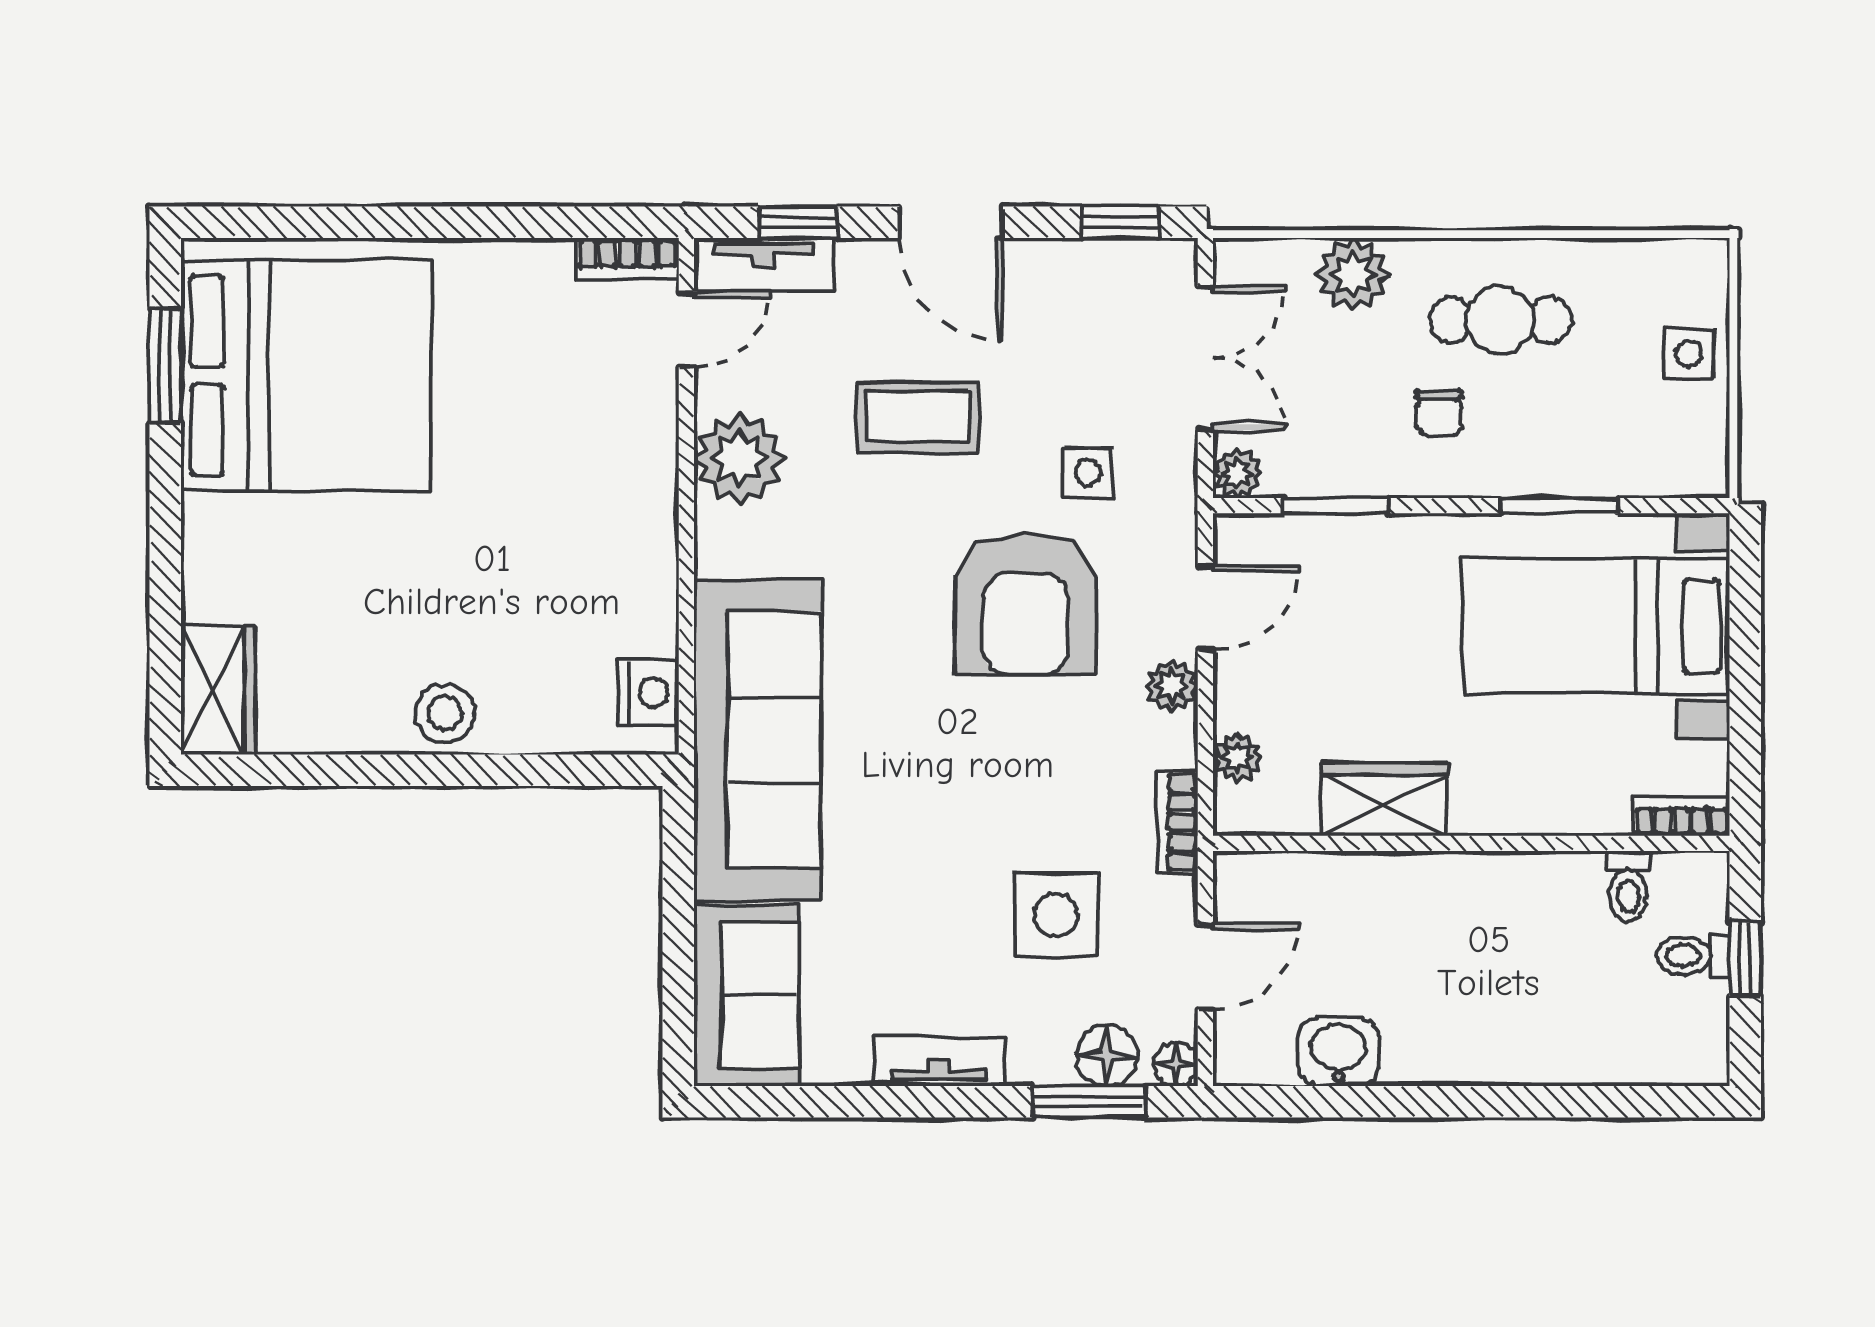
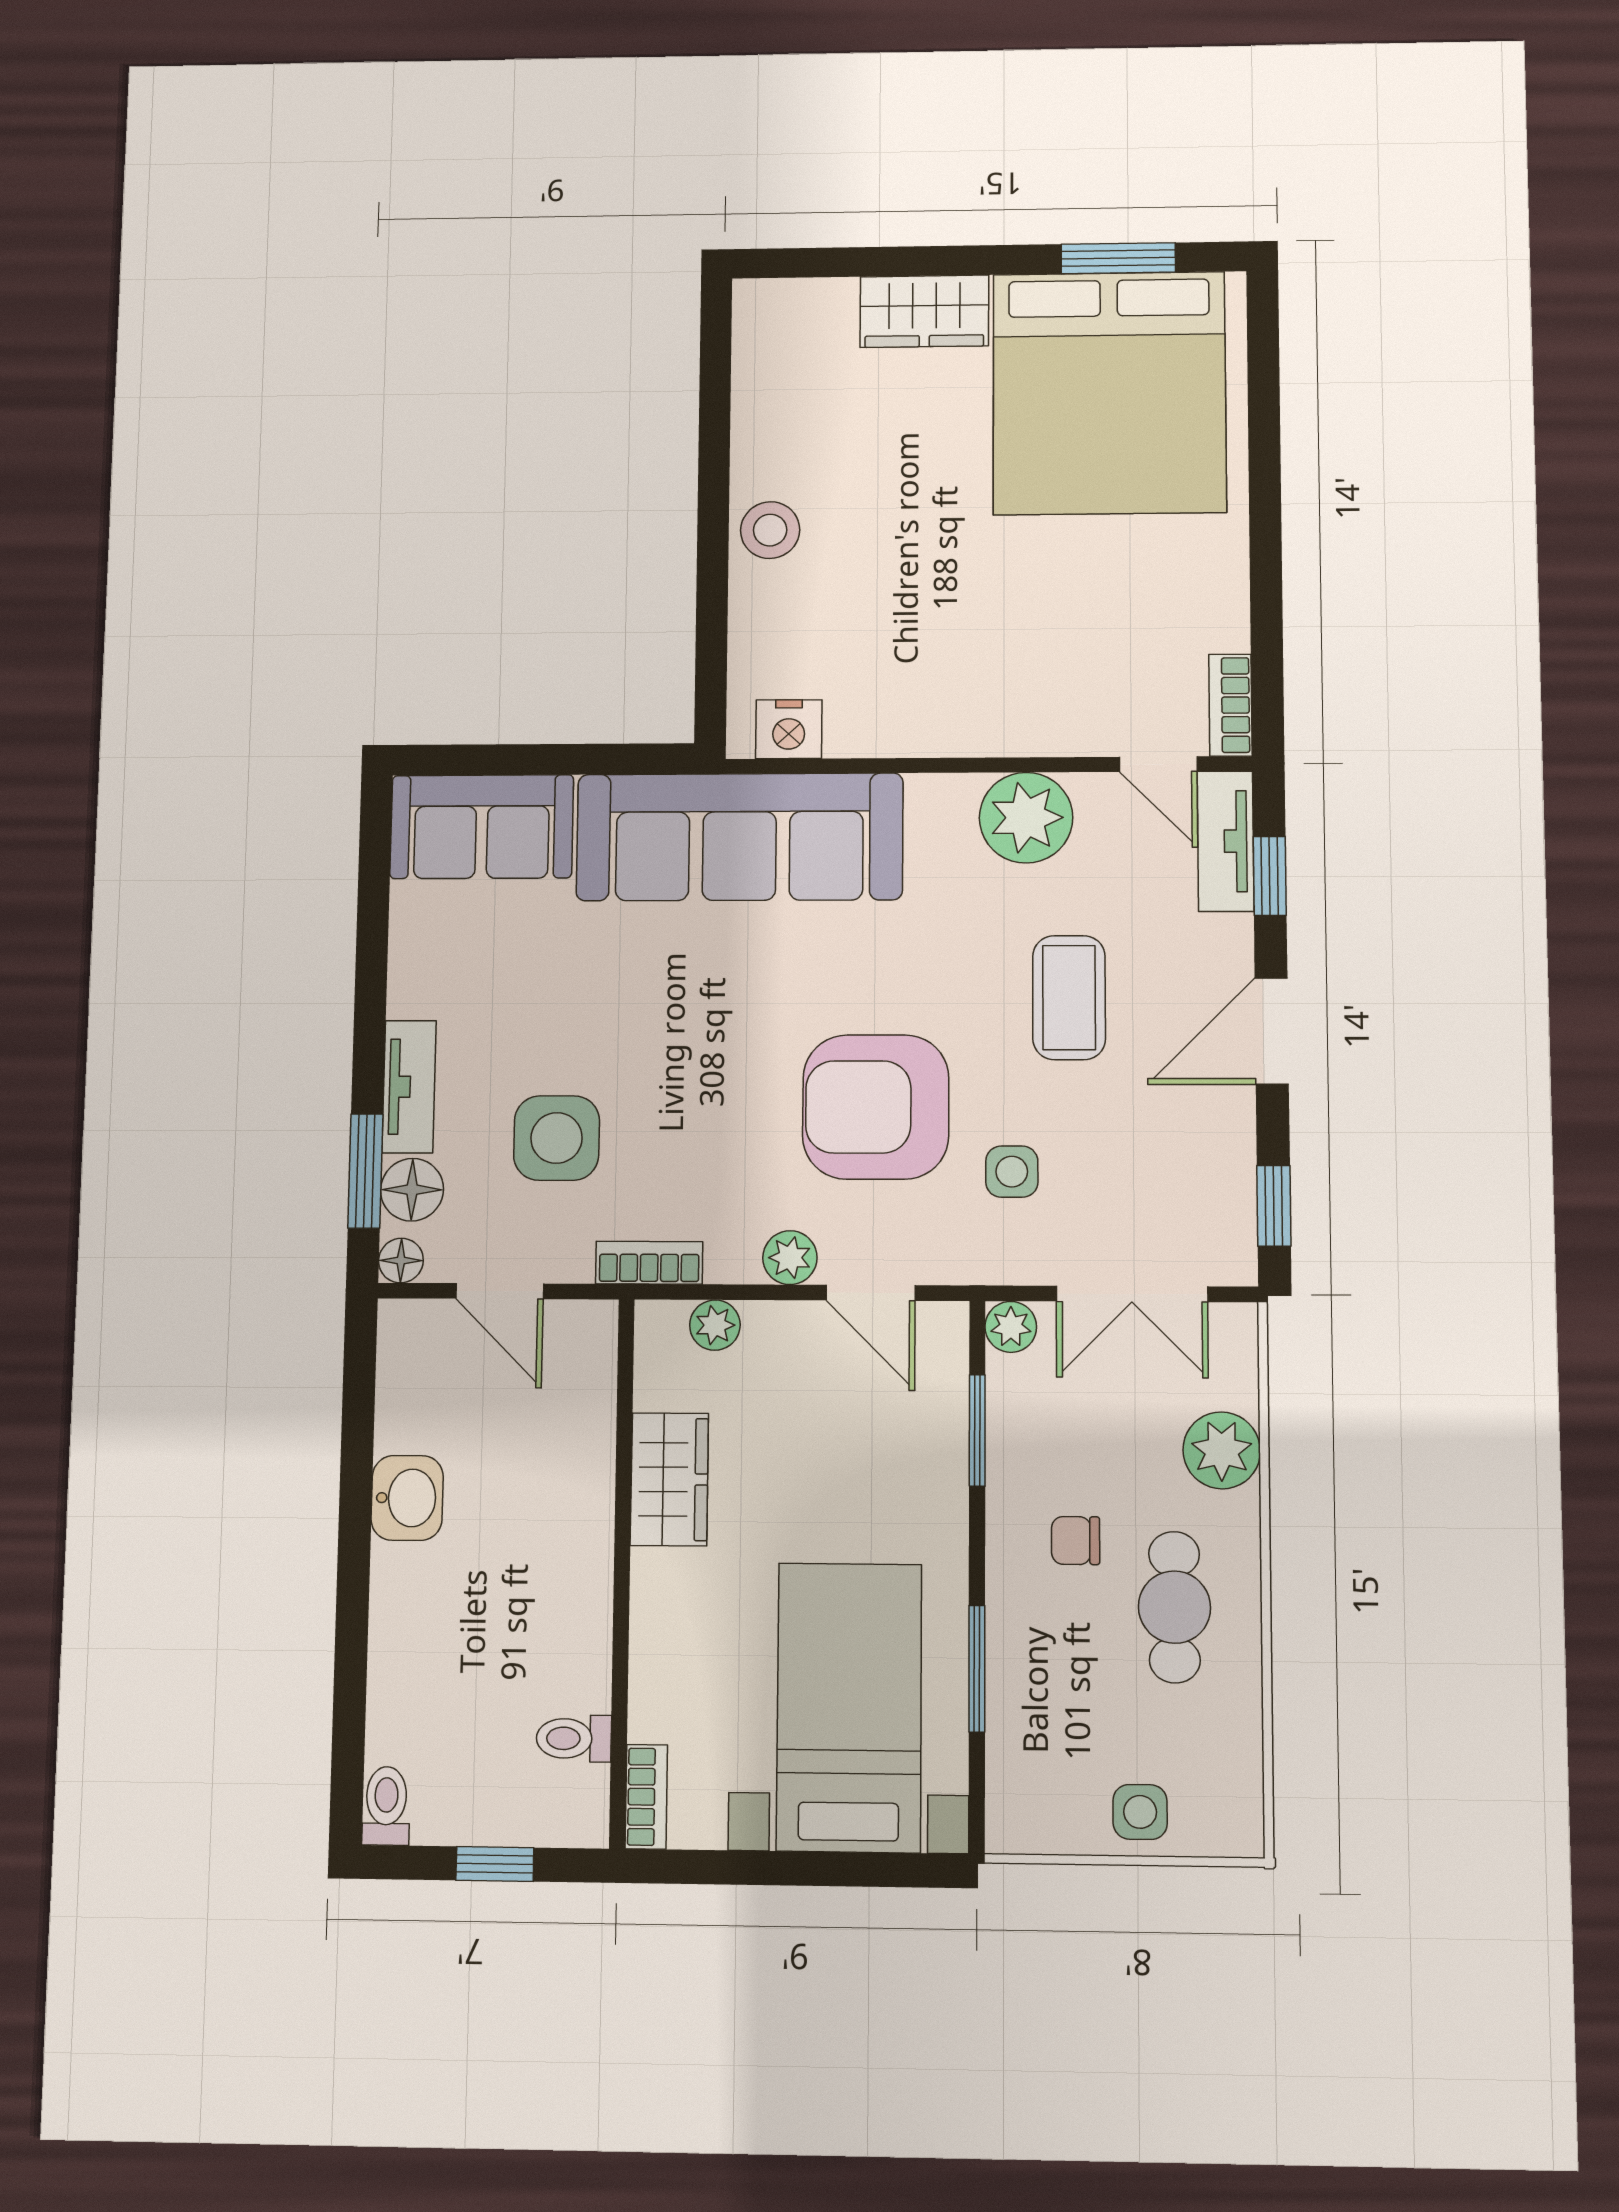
wardrobe: (218, 690) -> (924, 311), moved
toilet: (1693, 956) -> (386, 1806), moved
washbasin: (1338, 1052) -> (407, 1498), moved
tv unit: (939, 1061) -> (409, 1087), moved

